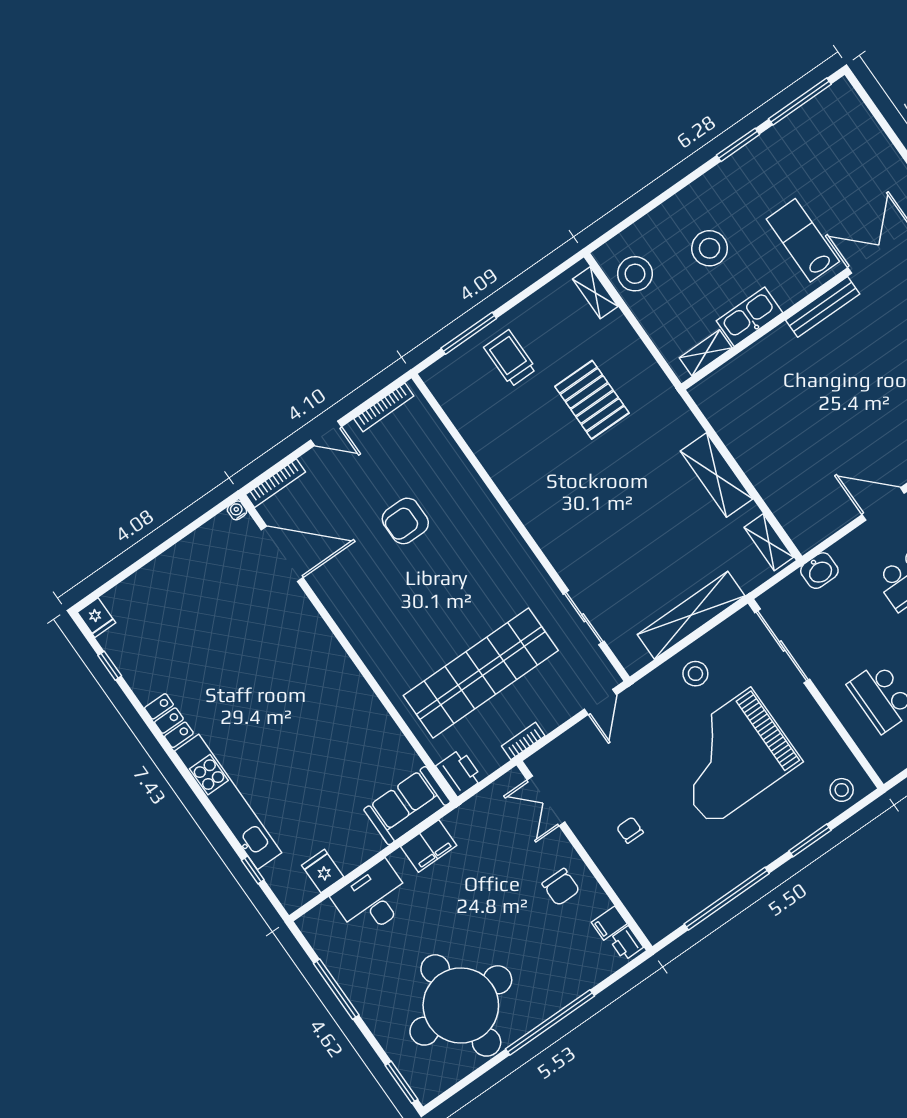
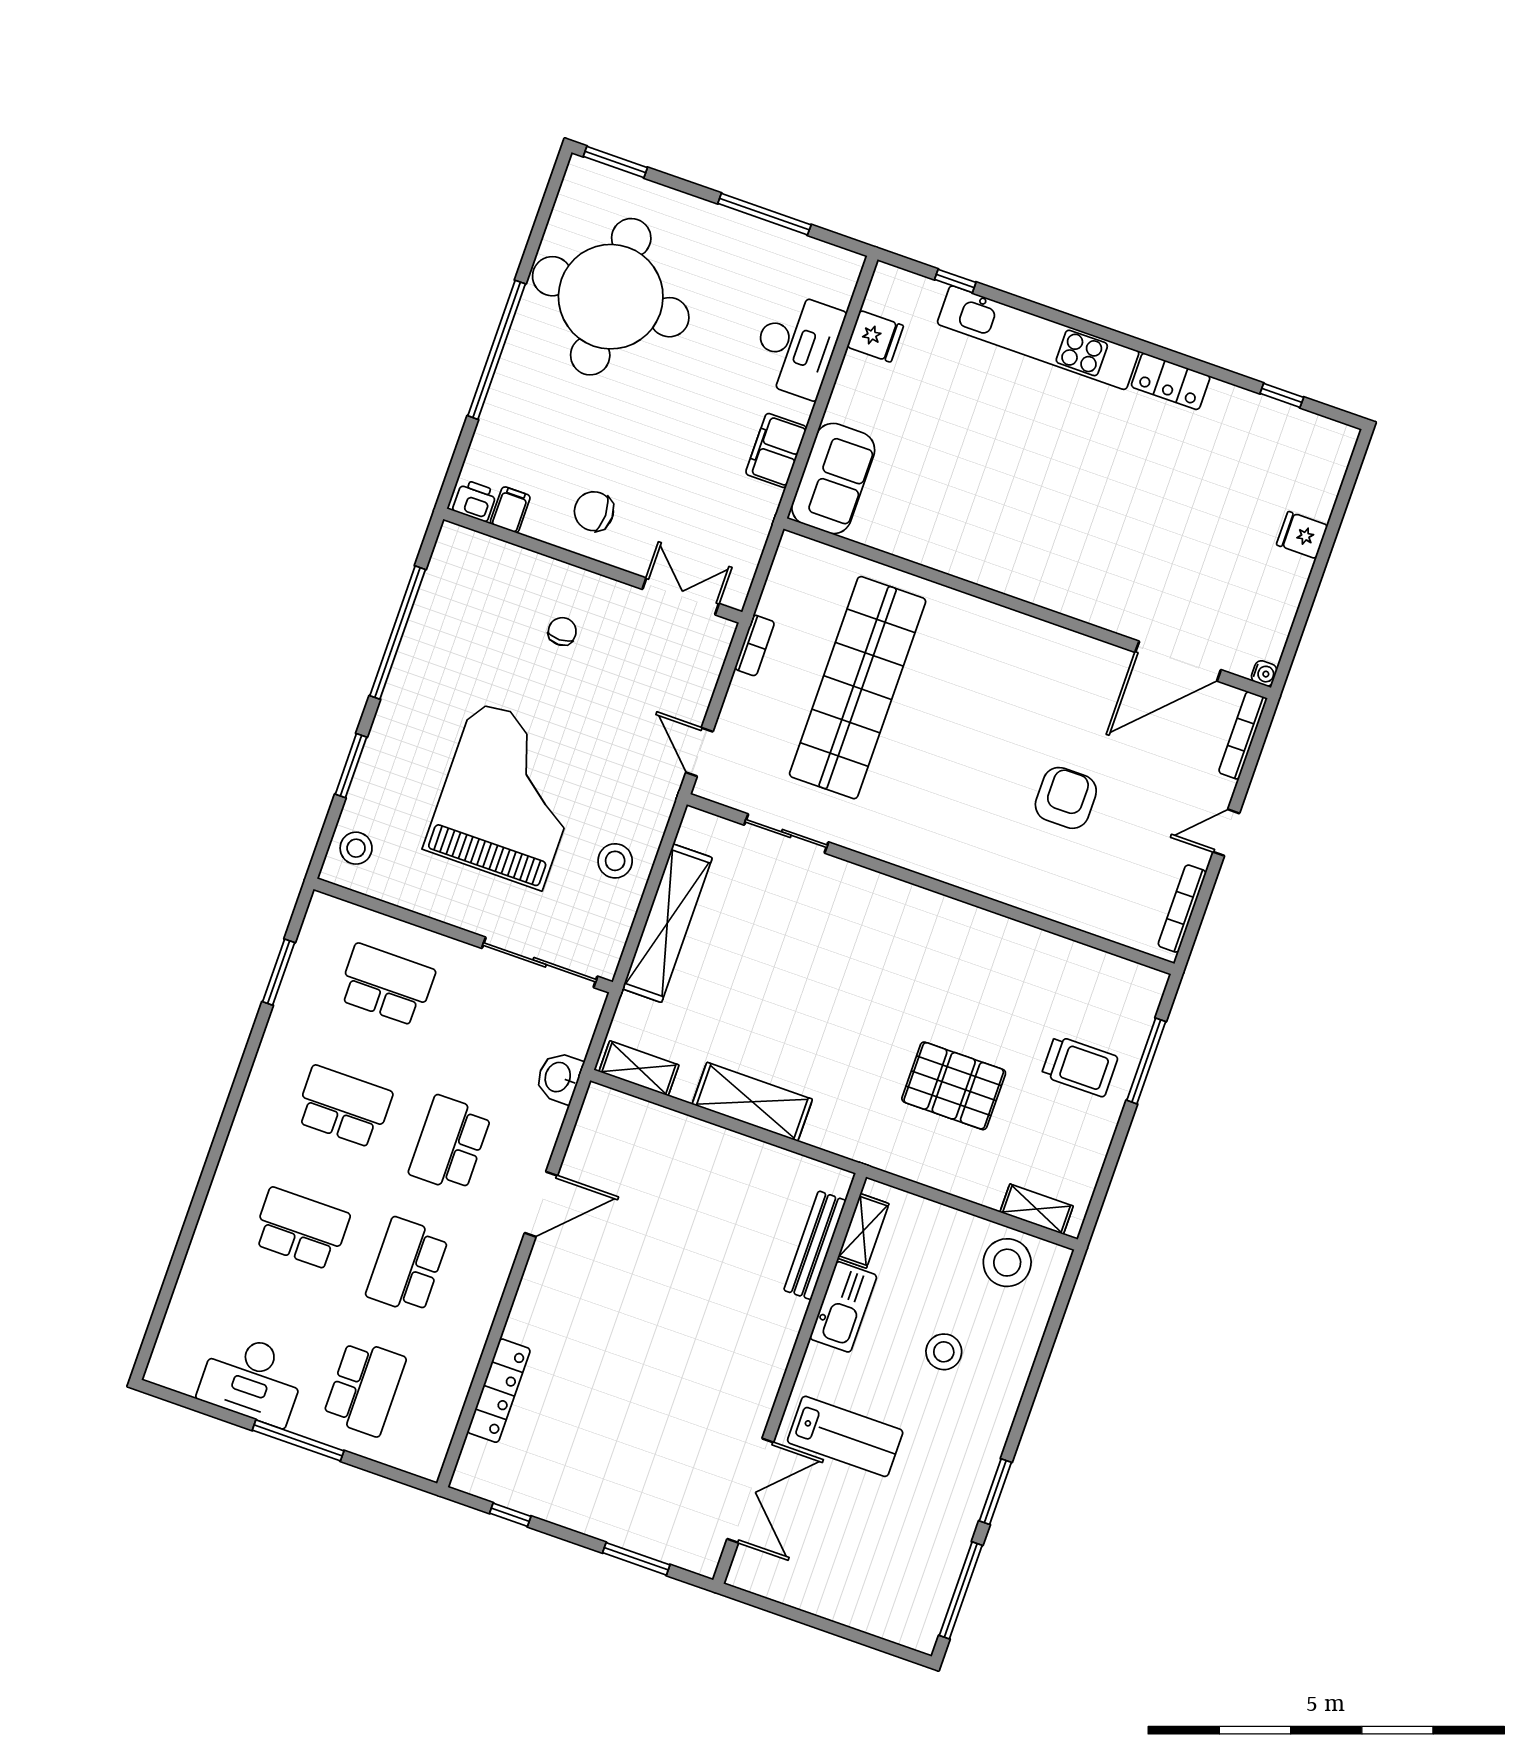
stool: (710, 248) -> (944, 1352), width x0.73, depth x0.73
bench: (823, 307) -> (815, 1245), moved
fridge: (96, 618) -> (1302, 535), moved
printer: (459, 773) -> (801, 558), removed
chair: (630, 830) -> (562, 631), turned -91

